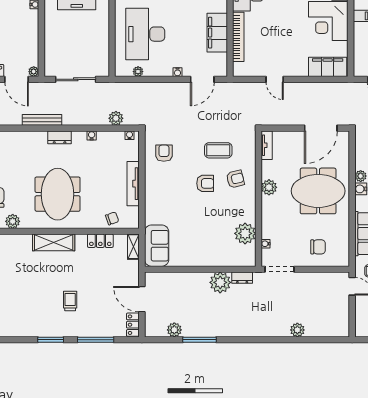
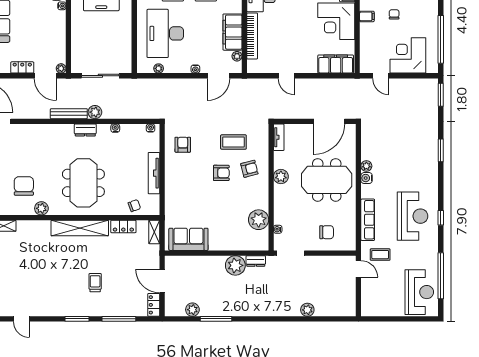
plant: (222, 58) -> (237, 56), added
plant: (116, 118) -> (95, 112), moved
shelving: (54, 242) -> (80, 228), width x1.47
sofa: (157, 246) -> (188, 239), moved, turned -90

